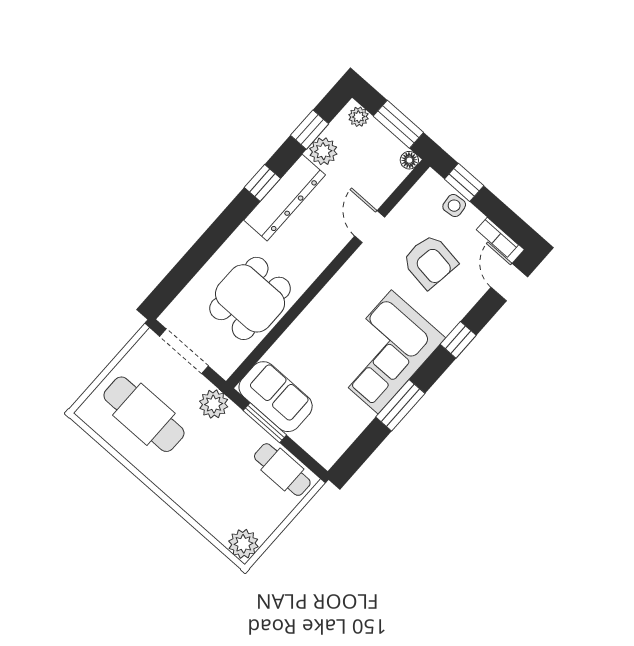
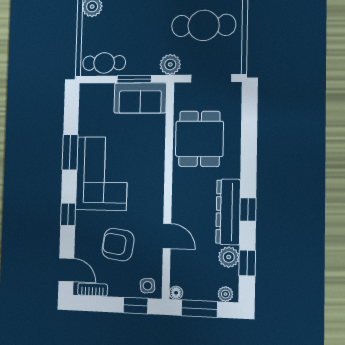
side table: (454, 206) -> (148, 286), moved

